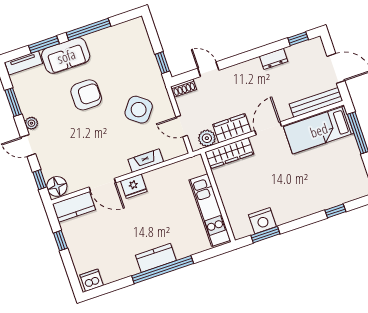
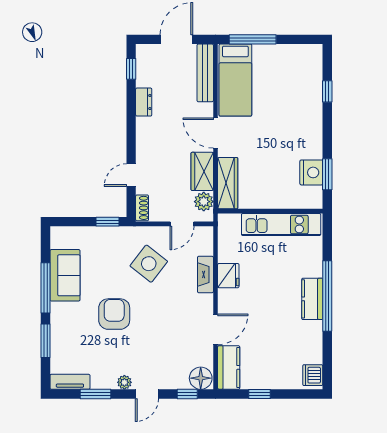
sofa: (66, 56) -> (65, 275), moved
tv unit: (24, 63) -> (70, 382), moved, turned -90
fridge: (134, 186) -> (228, 276), moved

